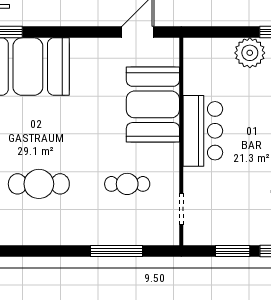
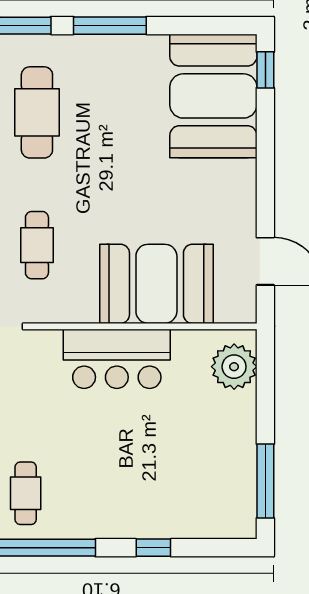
plant: (250, 53) -> (234, 367), moved

